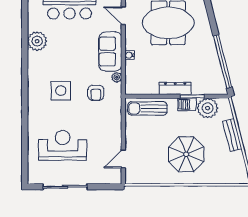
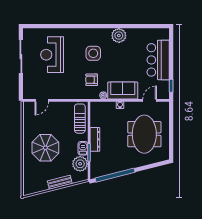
plant: (37, 41) -> (119, 36), moved
reception desk: (63, 145) -> (52, 55), turned 180
door: (123, 159) -> (42, 100), swing flipped

